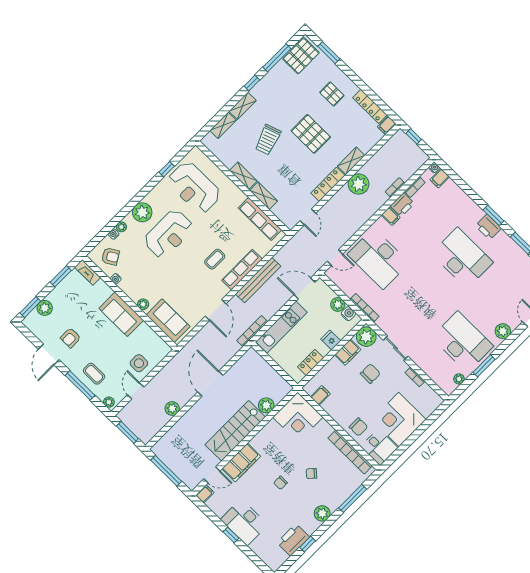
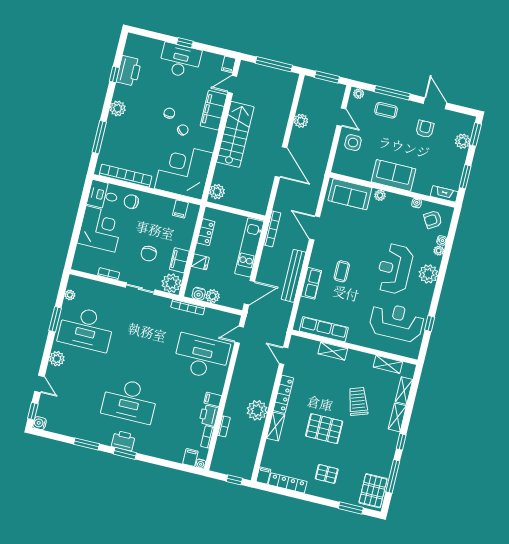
shelving: (243, 176) -> (388, 364), moved
row of seats: (242, 270) -> (311, 283), width x0.68
plant: (266, 405) -> (217, 192), moved
corner desk: (298, 417) -> (184, 171), width x1.36, depth x1.36
chair: (311, 474) -> (183, 130), moved

